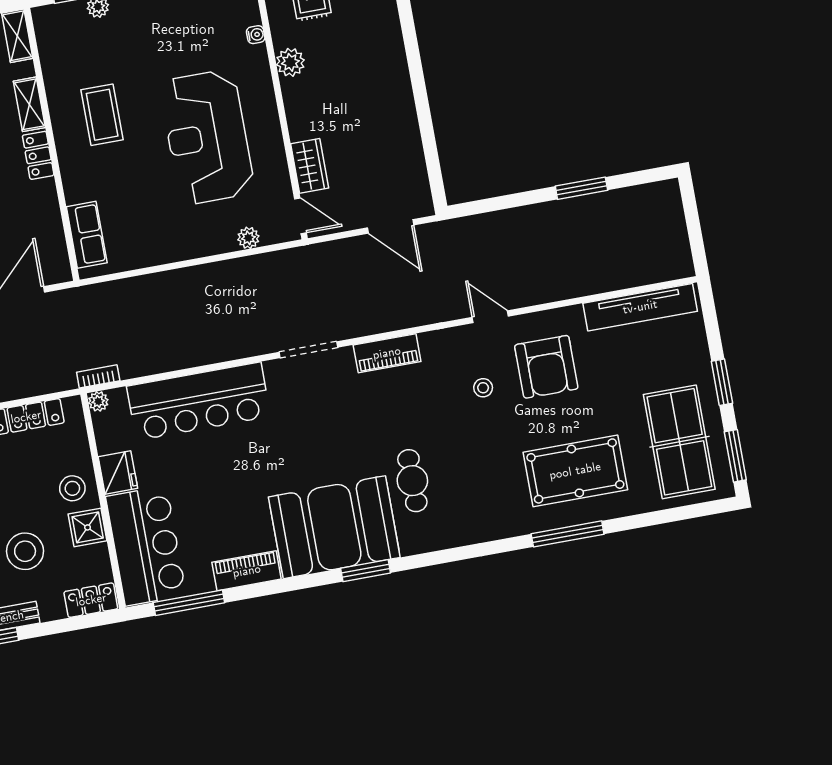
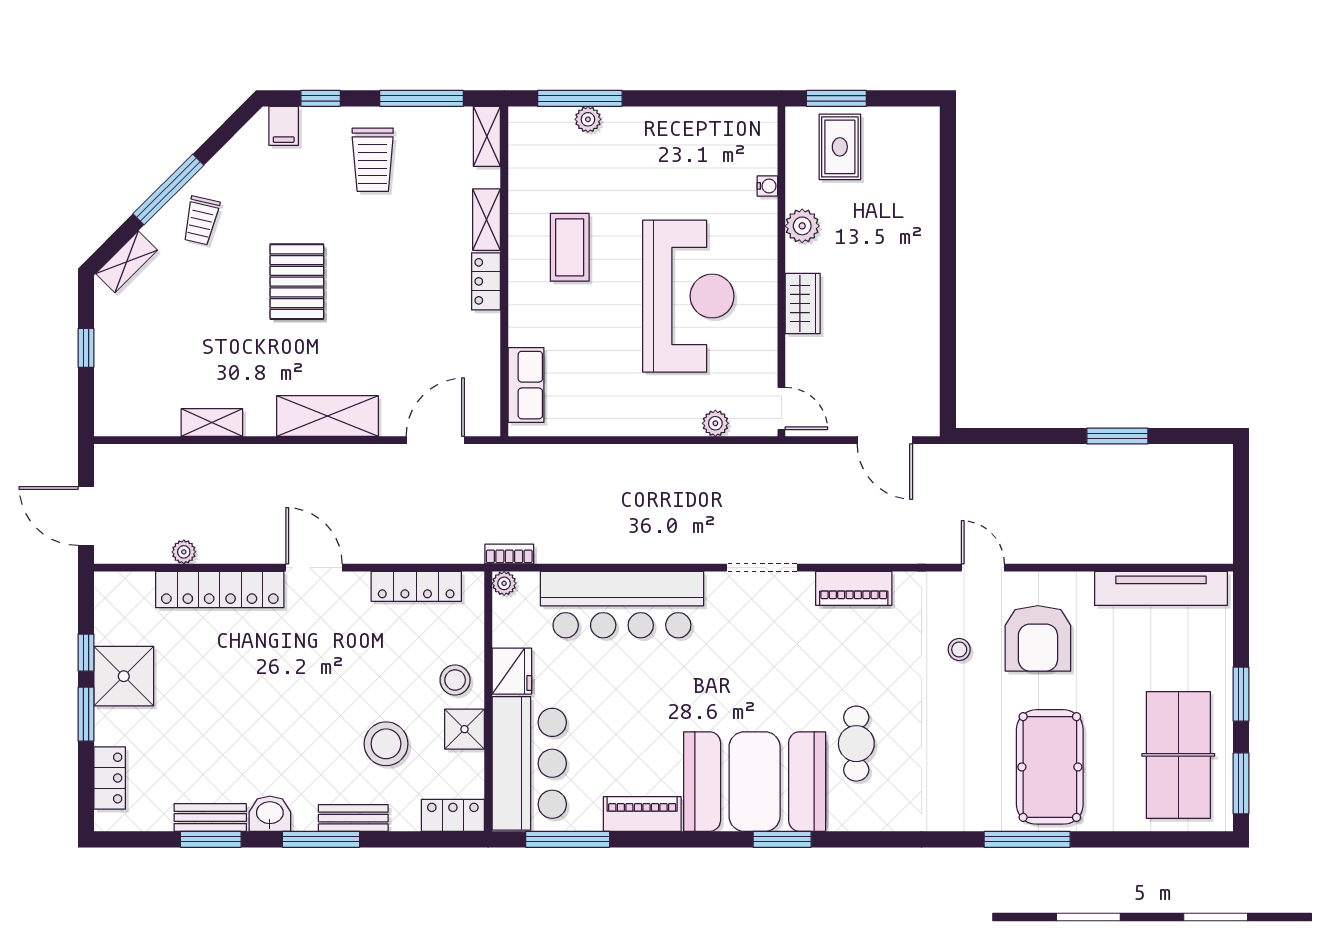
reception desk: (207, 137) -> (688, 296), turned 180
wardrobe: (310, 166) -> (803, 304), moved
pool table: (575, 471) -> (1050, 767), turned 90

